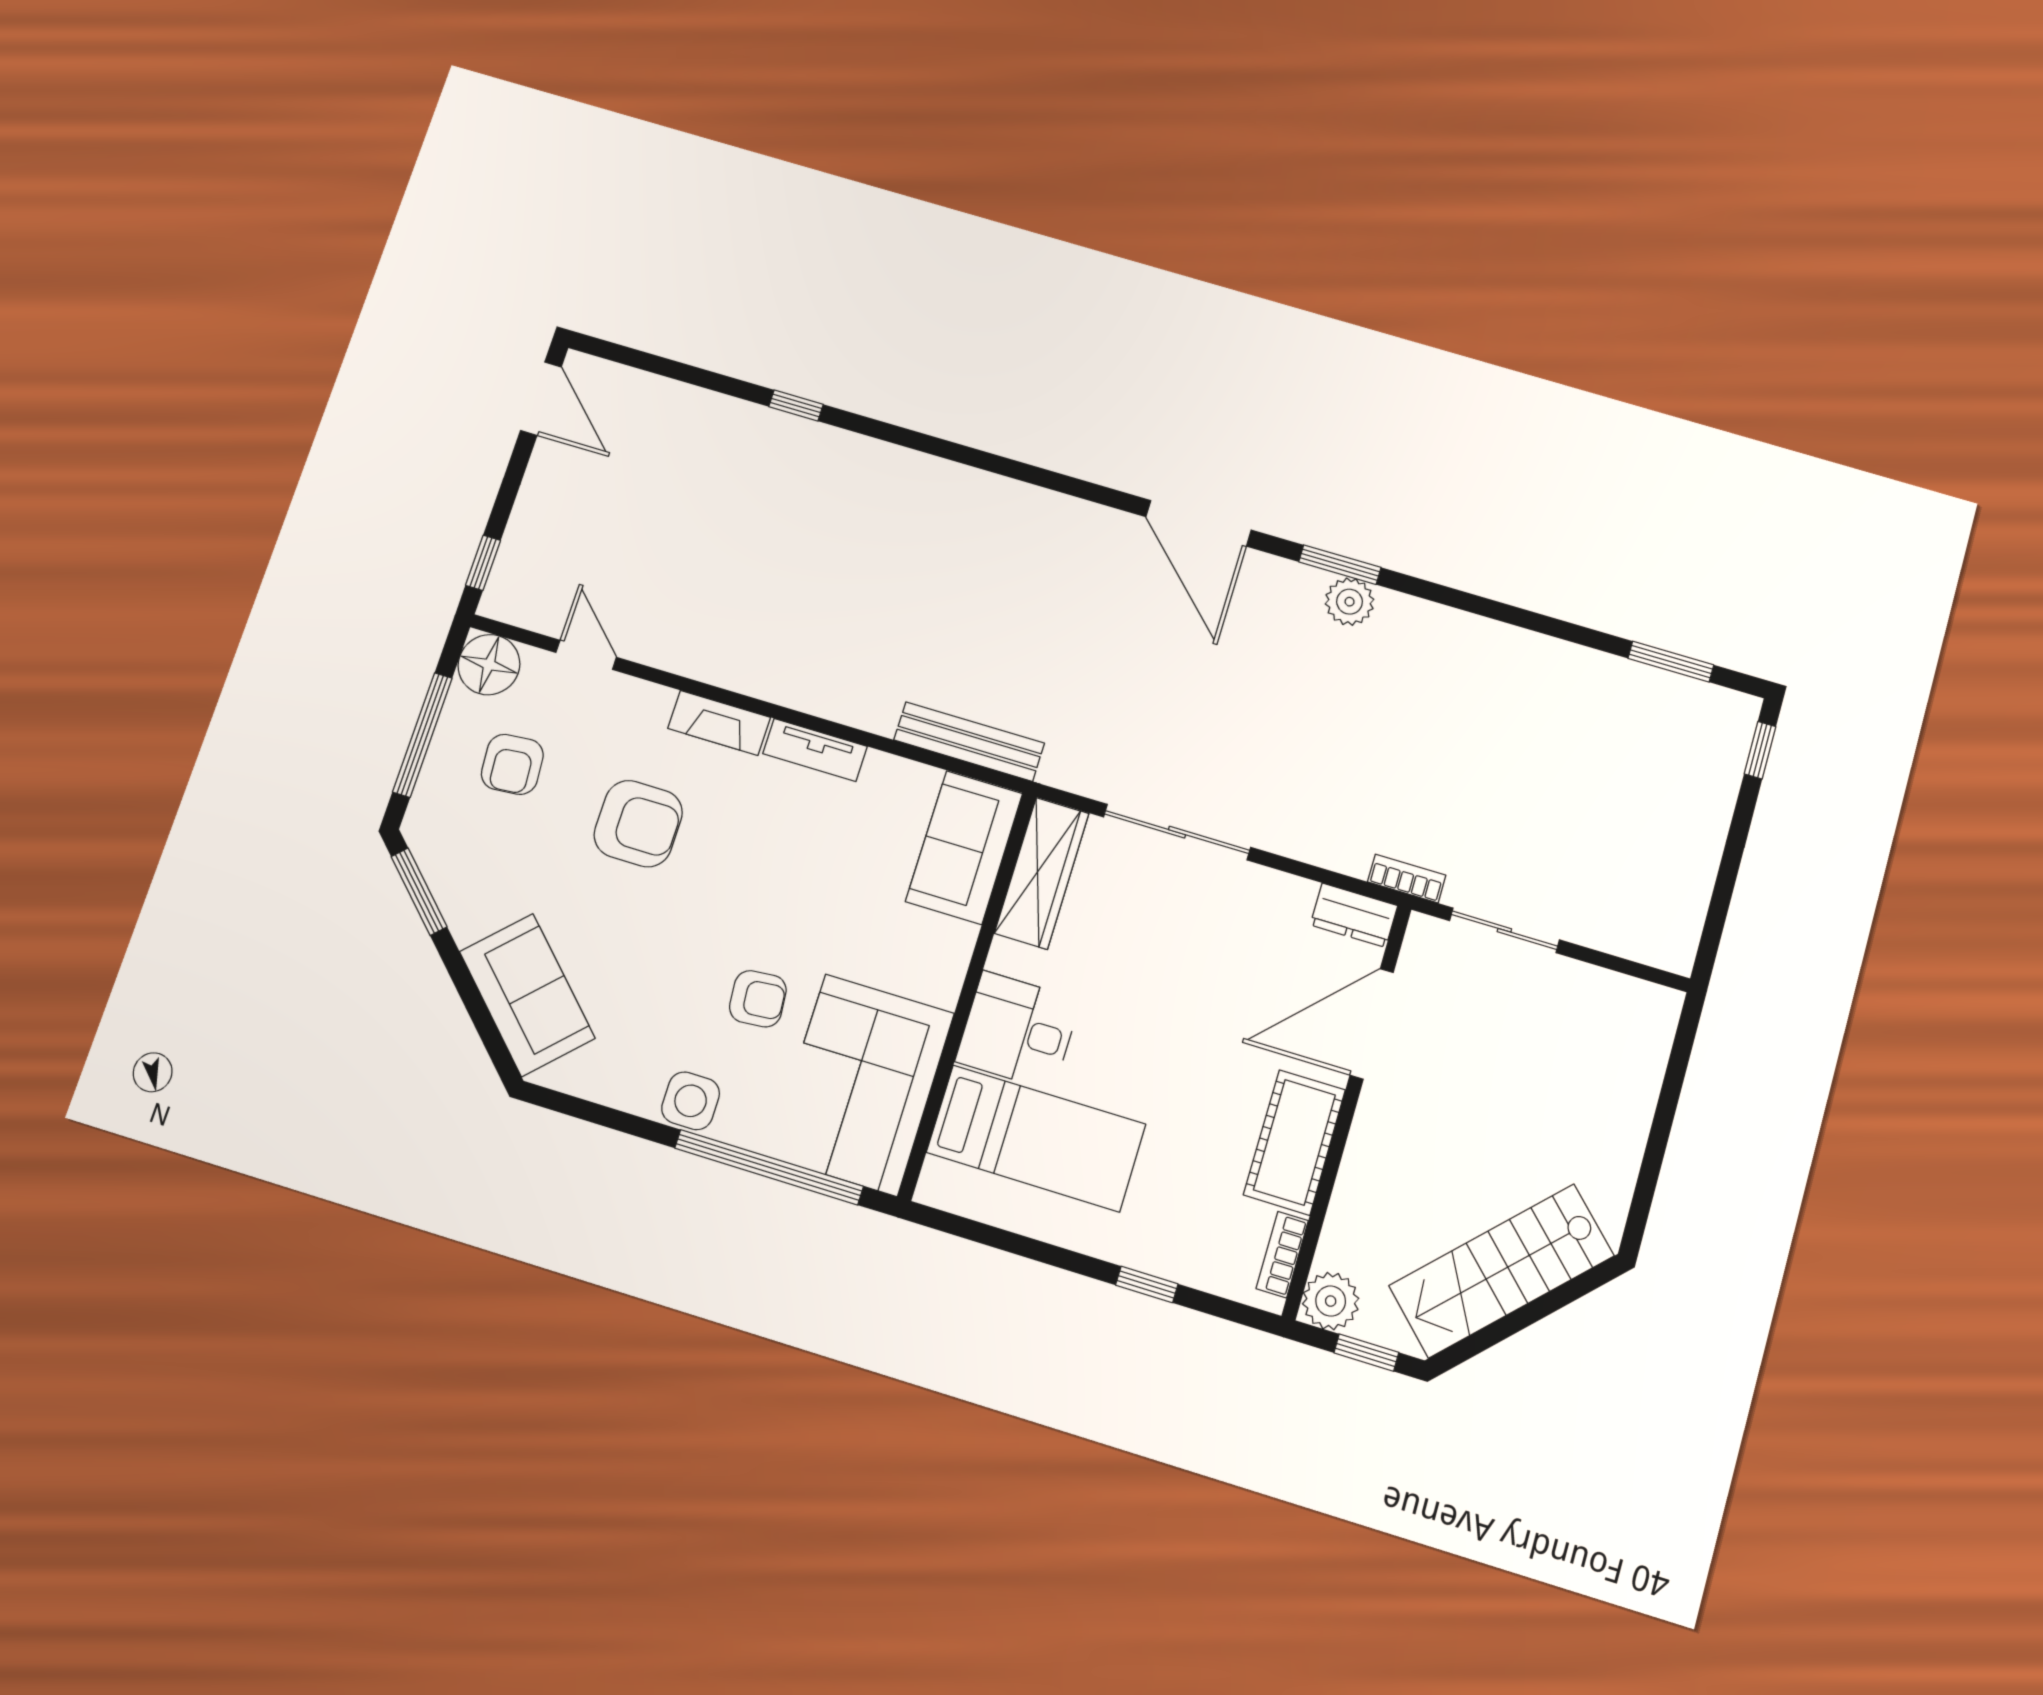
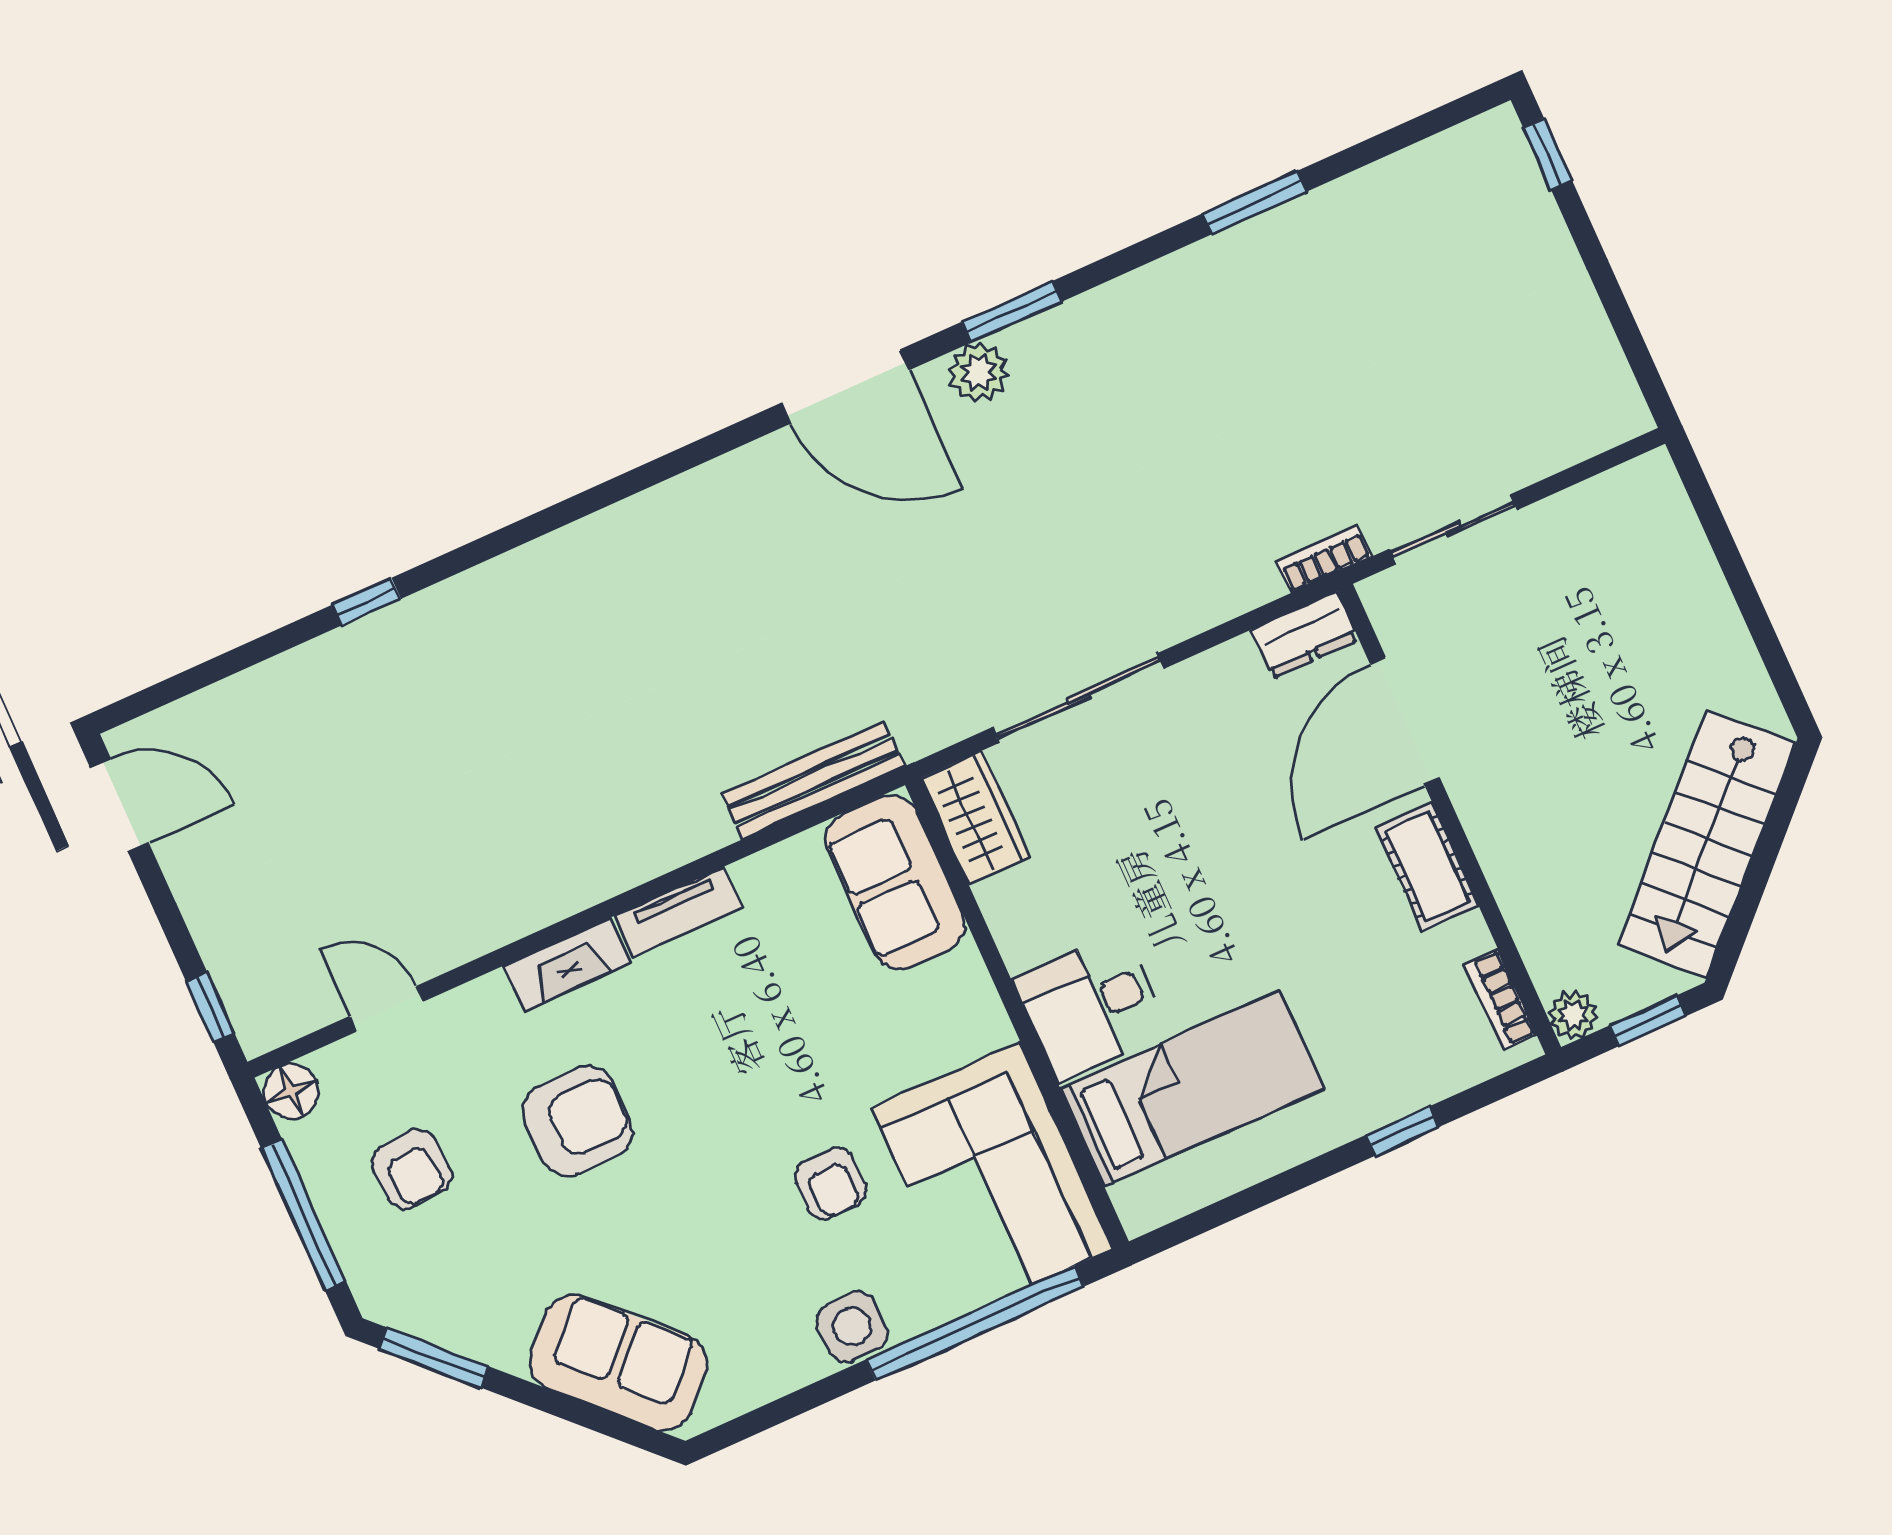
plant: (1350, 602) -> (978, 372), moved
window: (1671, 662) -> (1255, 203), moved
floor lamp: (489, 665) -> (291, 1091), width x0.73, depth x0.73
wardrobe: (1042, 873) -> (975, 818), width x0.67
armchair: (758, 999) -> (831, 1183), turned 95
cot: (1295, 1142) -> (1427, 866), width x0.73, depth x0.75
plant: (1331, 1301) -> (1573, 1015), width x0.73, depth x0.73

